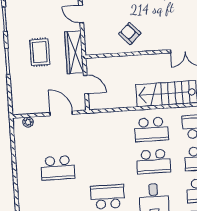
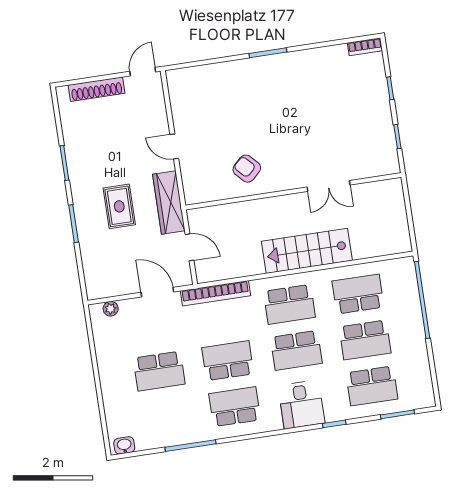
bookcase: (101, 118) -> (215, 293), added
school desk: (106, 165) -> (228, 361), added

